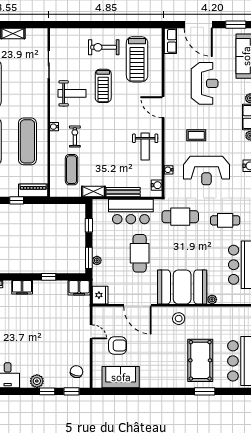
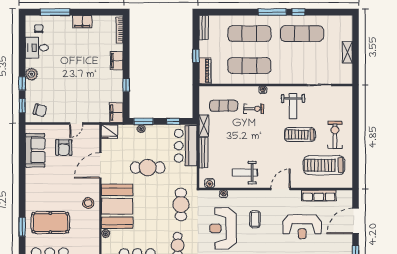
row of seats: (170, 41) -> (319, 196), moved, width x1.48
bar counter: (131, 211) -> (186, 146), moved

